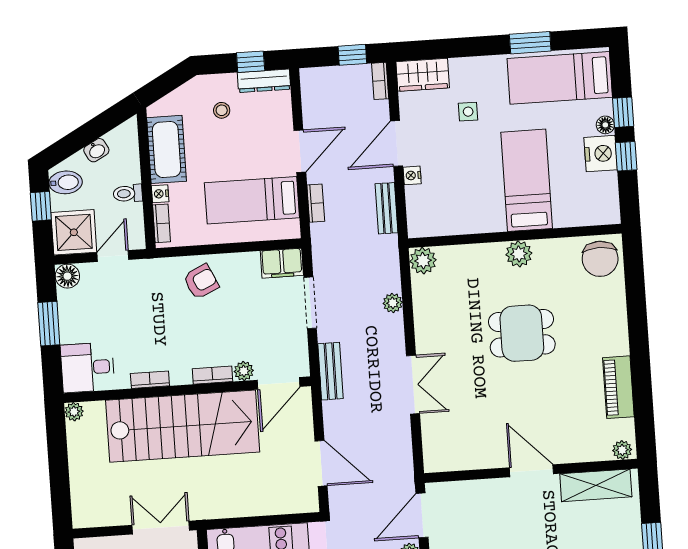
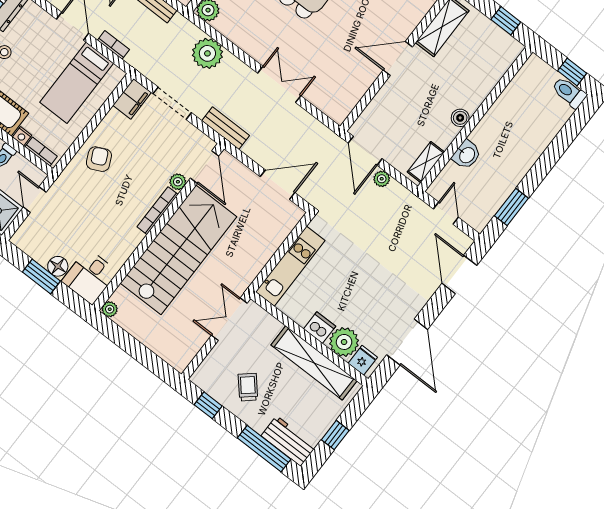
floor lamp: (67, 276) -> (58, 266), moved
plant: (393, 303) -> (207, 53), width x1.88, depth x1.88
bookcase: (212, 375) -> (158, 211), width x1.56
bookcase: (150, 380) -> (132, 245), removed

